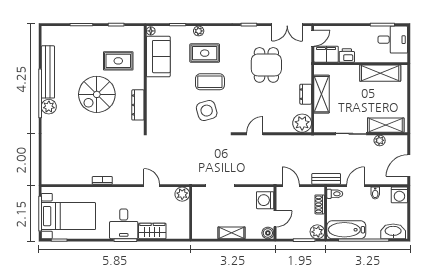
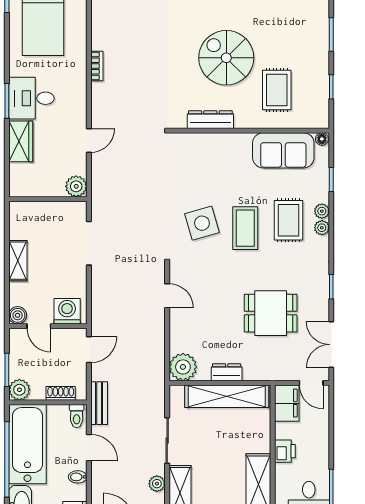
plant: (210, 31) -> (322, 228), added
printer: (347, 55) -> (285, 451), moved
shelving: (322, 94) -> (227, 396), width x1.47
bathtub: (346, 230) -> (27, 444), width x1.36, depth x1.36

